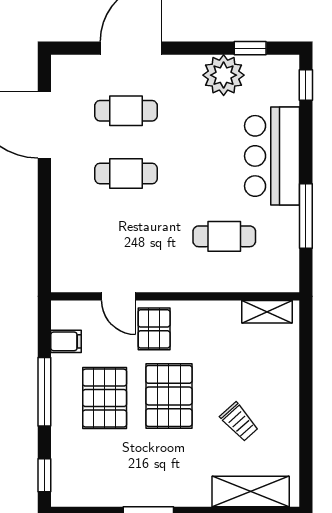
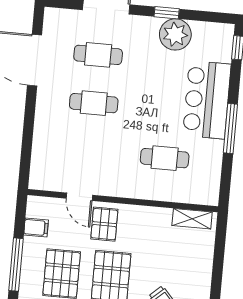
window: (250, 48) -> (167, 13), moved
window: (306, 216) -> (230, 128), moved

